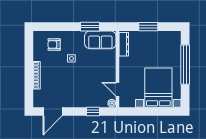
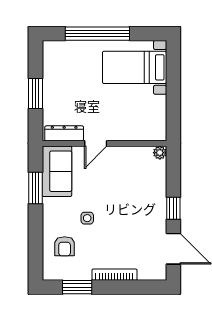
window: (29, 52) -> (77, 287), added
bed with nightstands: (158, 88) -> (135, 67), width x0.73
door: (118, 89) -> (96, 143), moved
window: (93, 112) -> (173, 208), moved

